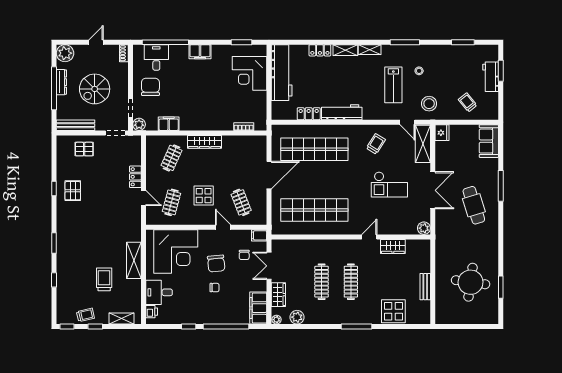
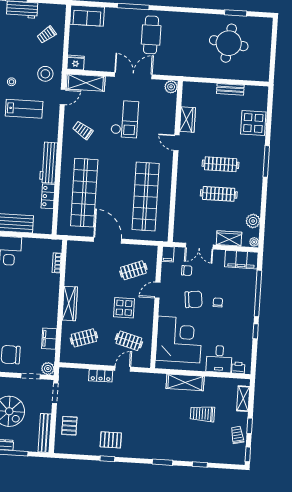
clothes rail: (171, 158) -> (84, 338), turned -42
cafe table: (474, 205) -> (151, 35), turned -73

